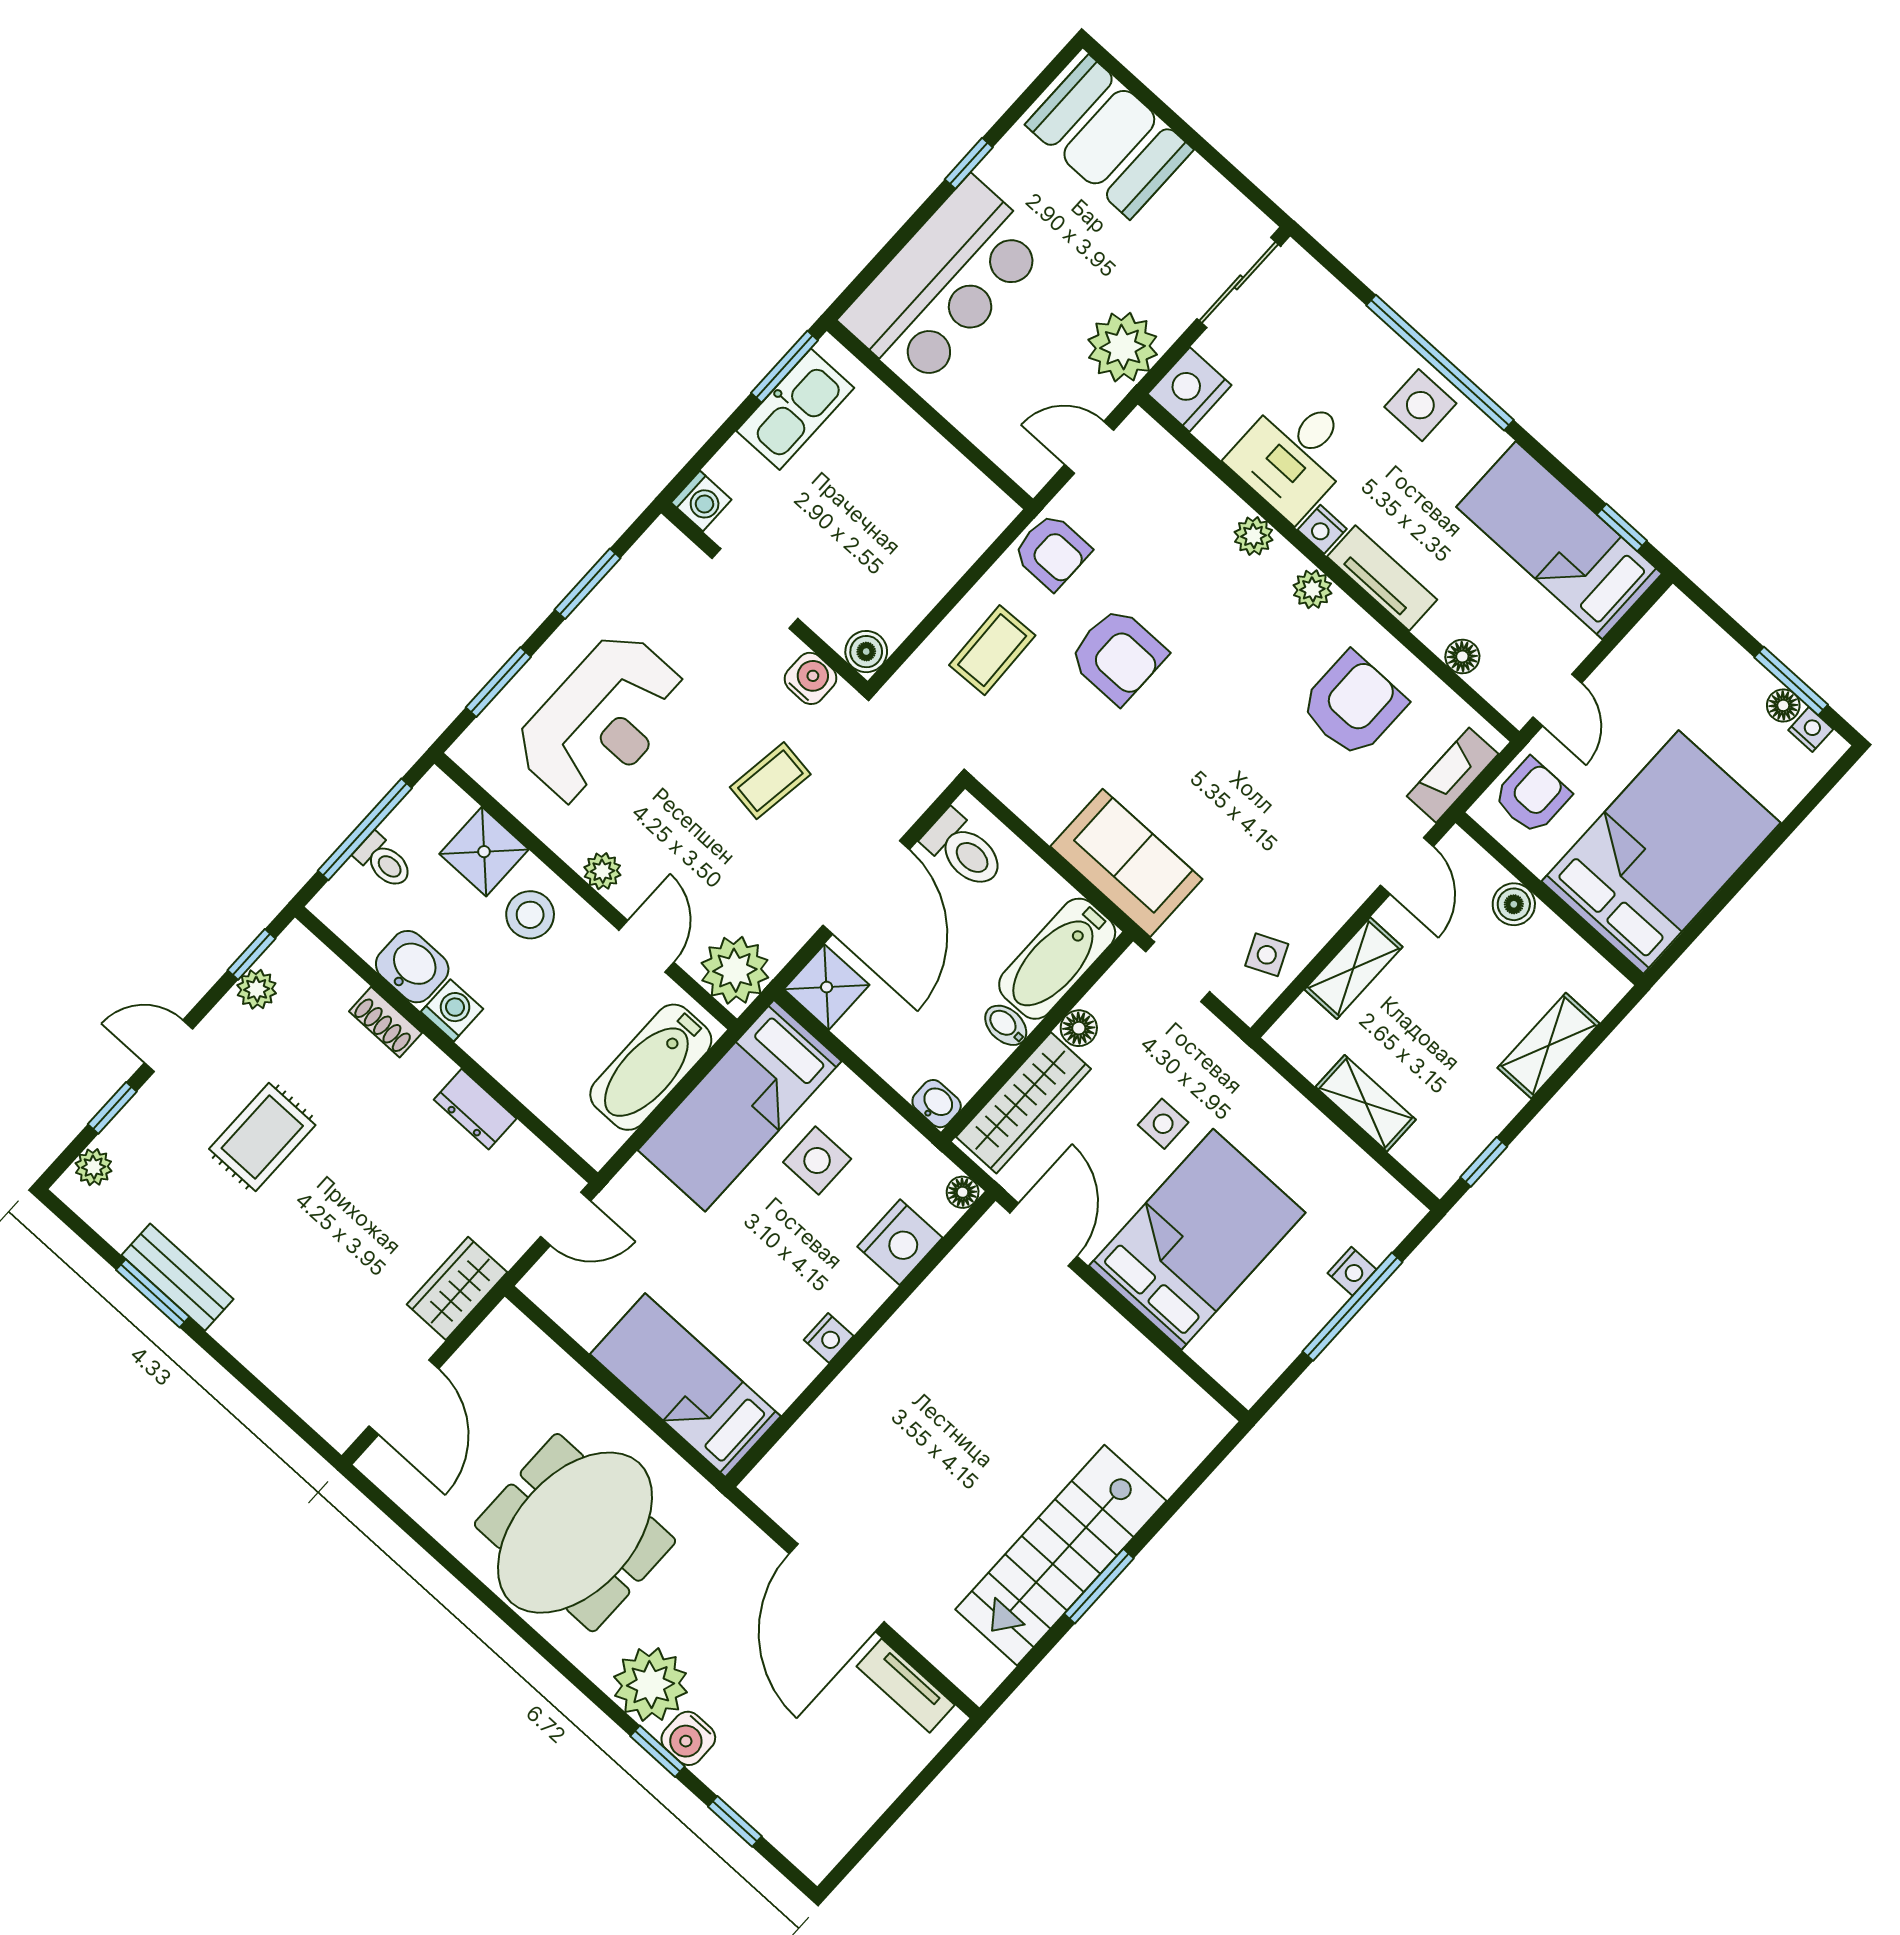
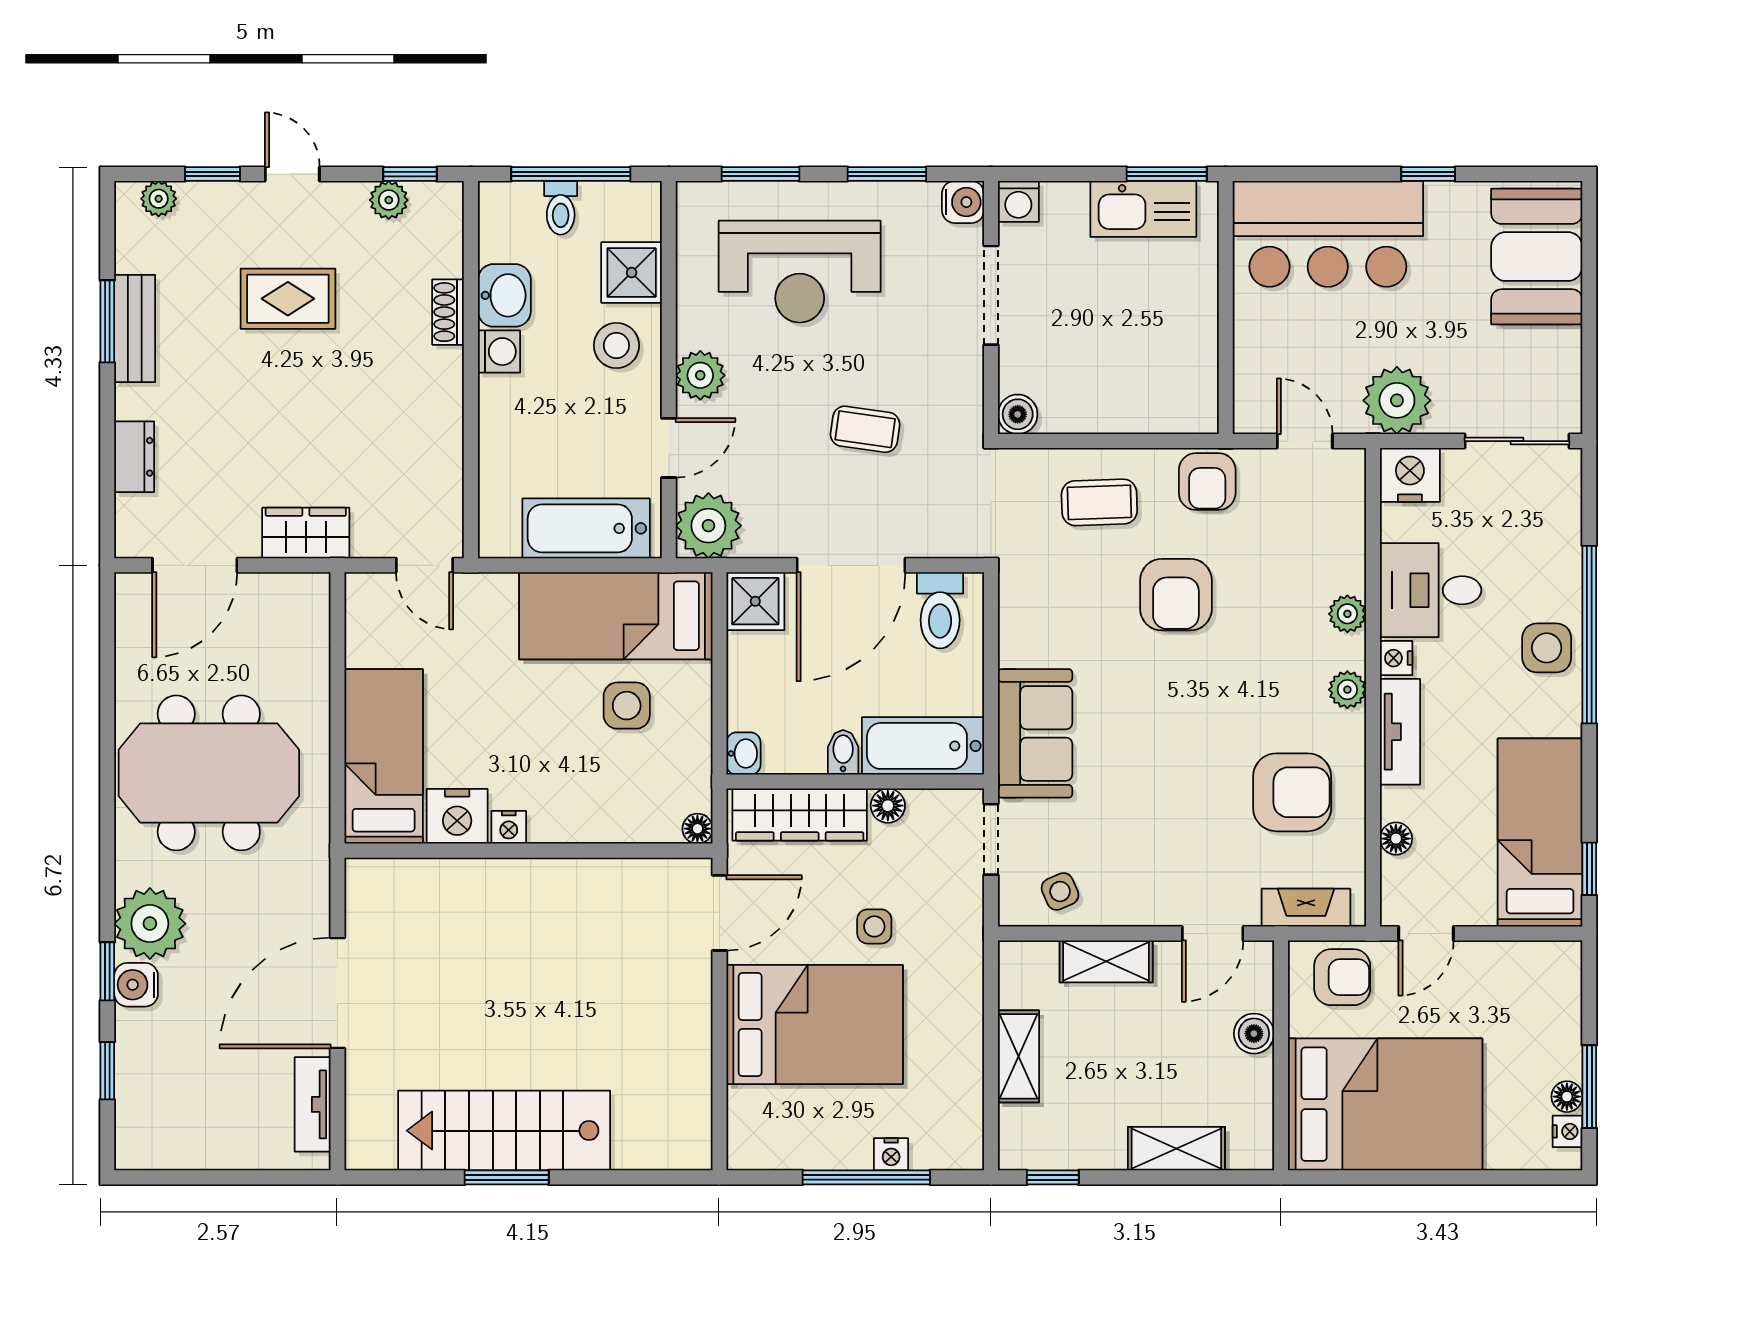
water cooler: (810, 678) -> (963, 202), moved
plant: (602, 871) -> (700, 375), width x1.38, depth x1.38
dresser: (475, 1109) -> (134, 457), moved, turned 180
nightstand: (900, 1242) -> (457, 816), moved

